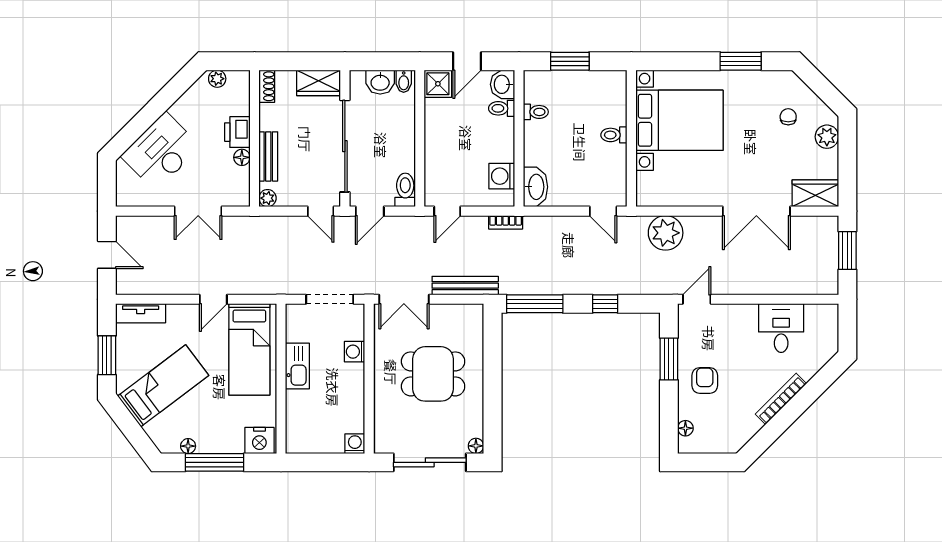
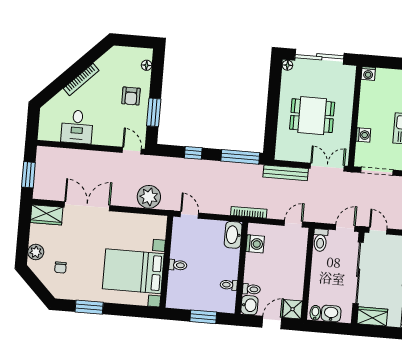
bookcase: (506, 222) -> (249, 212), width x1.56
door: (697, 299) -> (132, 151), swing flipped

